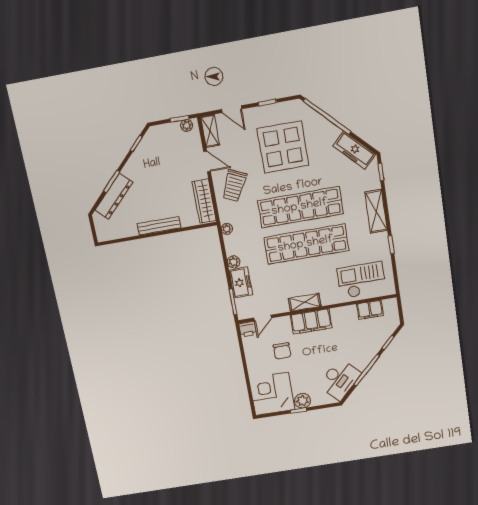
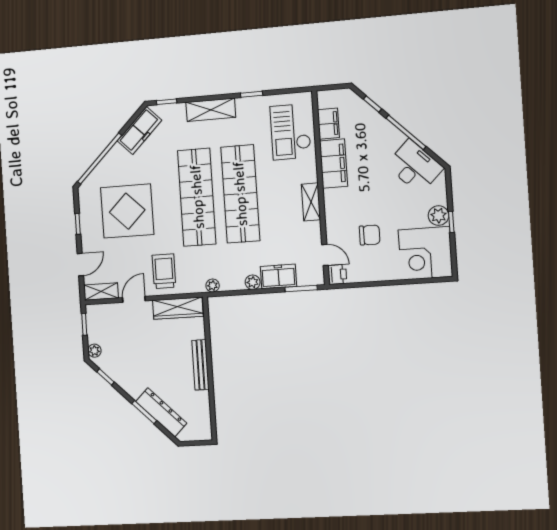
plant: (187, 125) -> (94, 351), moved
trolley: (234, 186) -> (164, 271), turned -115
filing cabinet: (311, 321) -> (334, 164), moved

